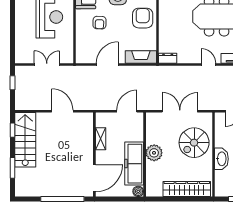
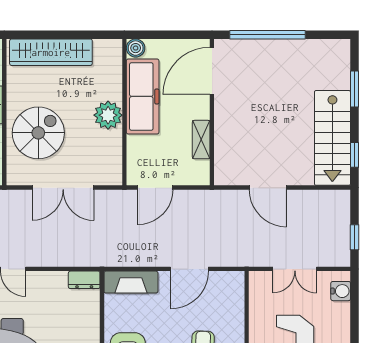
water cooler: (20, 52) -> (341, 291), added

